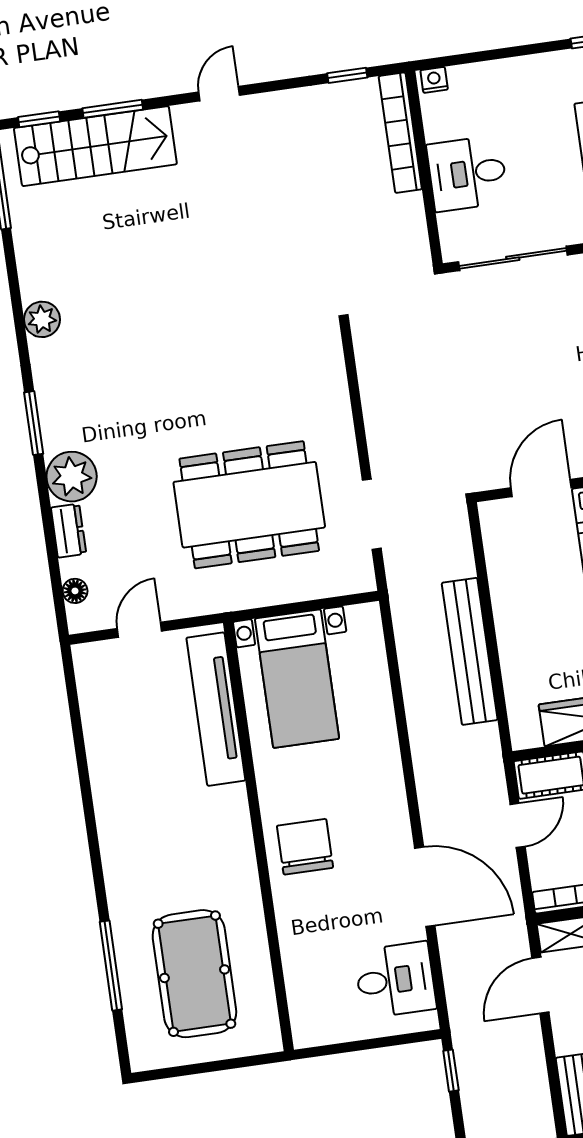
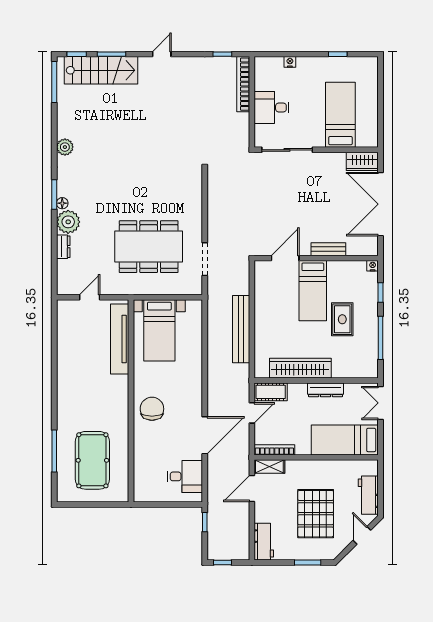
nightstand: (434, 80) -> (290, 62), moved
floor lamp: (75, 591) -> (62, 203), moved
door: (425, 887) -> (205, 435), hinge flipped

